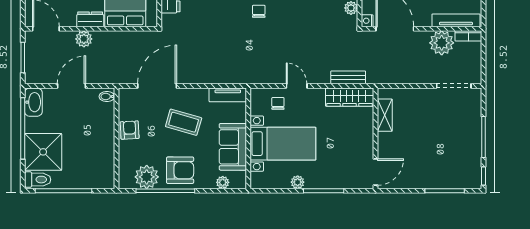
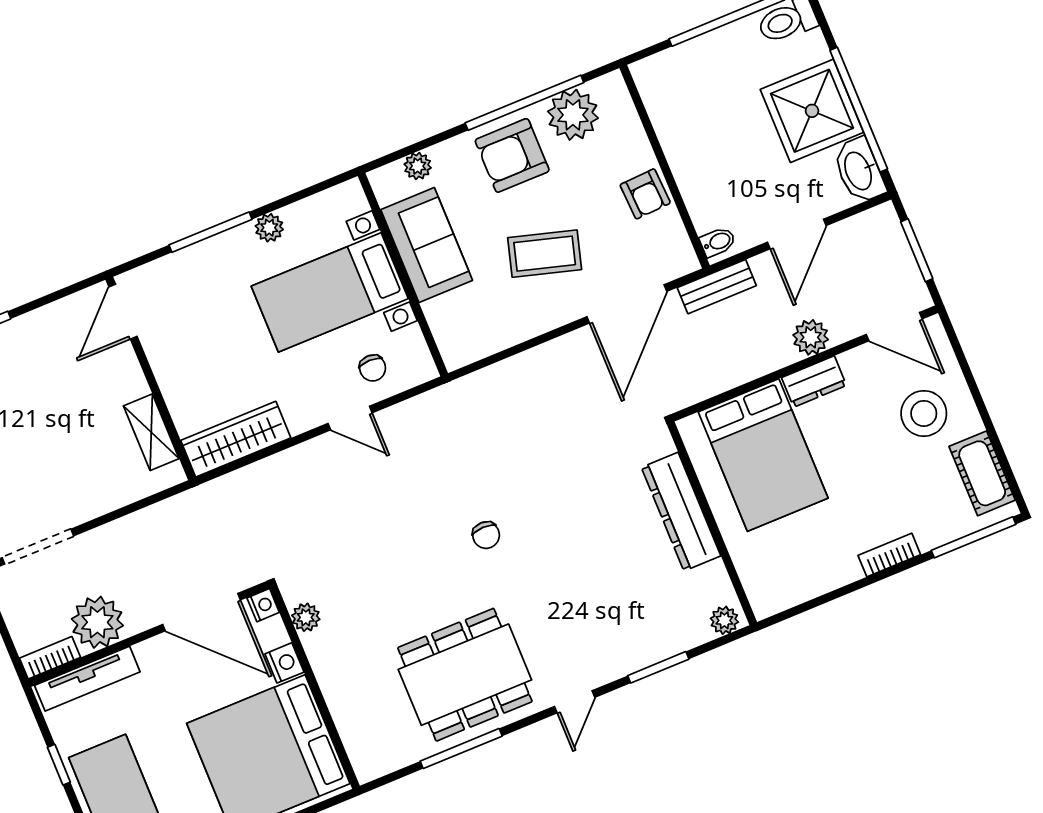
bench: (348, 77) -> (717, 287), moved
tv unit: (228, 95) -> (479, 344), removed
shower: (43, 152) -> (812, 111), moved

